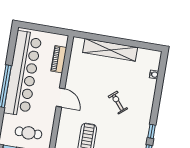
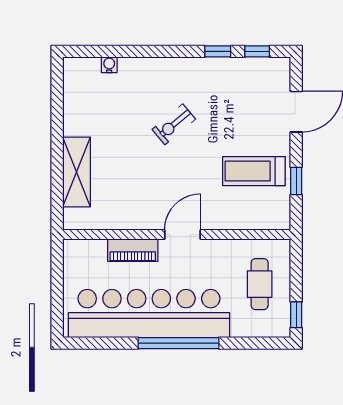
shelving: (110, 50) -> (76, 172), width x0.68
piano: (59, 59) -> (133, 250), moved

